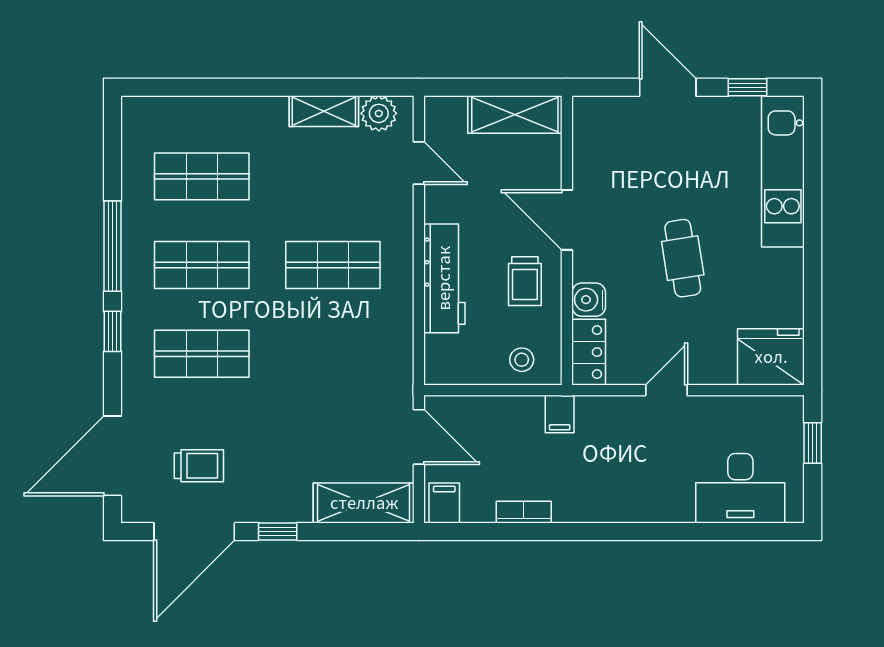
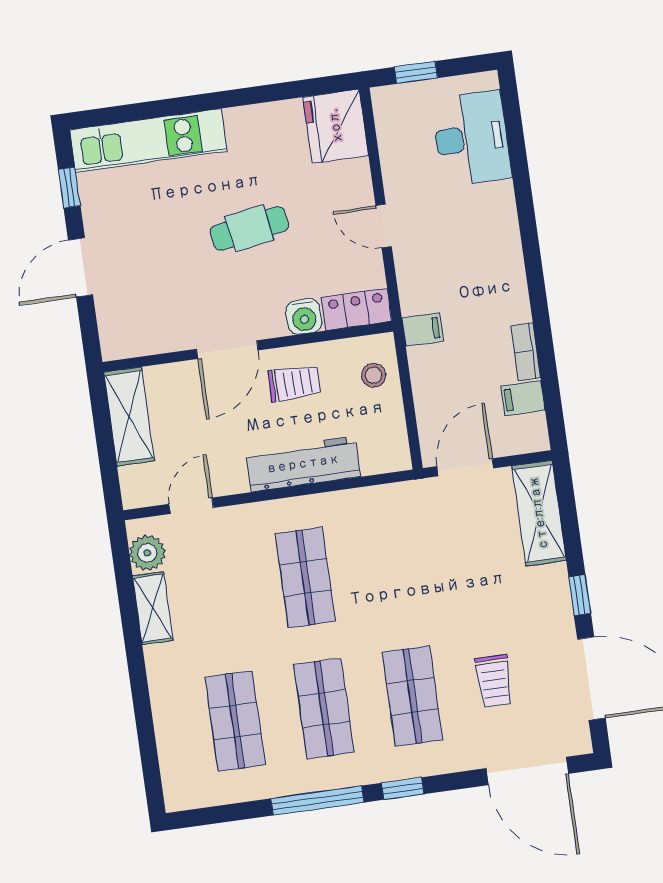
trolley: (199, 466) -> (494, 681), moved, turned 180
filing cabinet: (444, 503) -> (523, 398), moved

